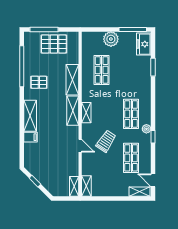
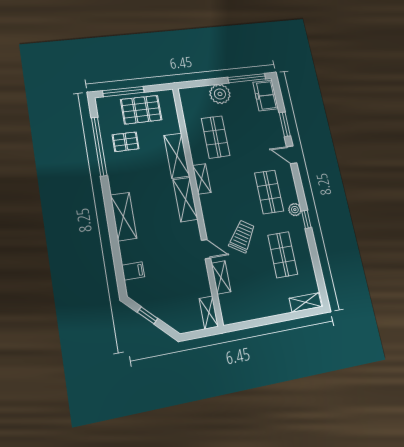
pallet: (39, 82) -> (126, 142), moved
shelving: (86, 113) -> (202, 179), moved
filing cabinet: (31, 137) -> (133, 271), moved
door: (153, 180) -> (292, 155), moved
shelving: (86, 186) -> (221, 277), moved

